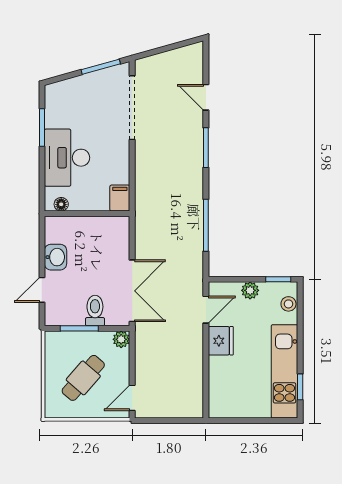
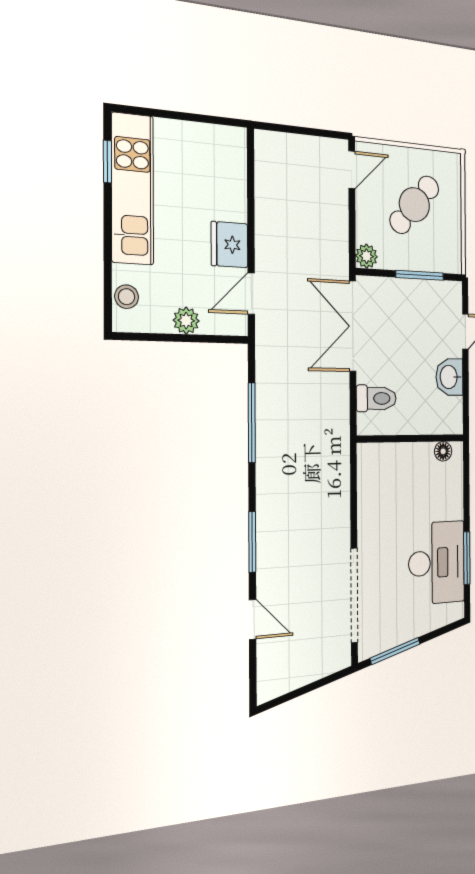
desk: (67, 158) -> (437, 563), moved
filing cabinet: (120, 198) -> (369, 462), removed
window: (278, 279) -> (143, 337), removed
toilet: (95, 311) -> (376, 398), moved, turned -90

